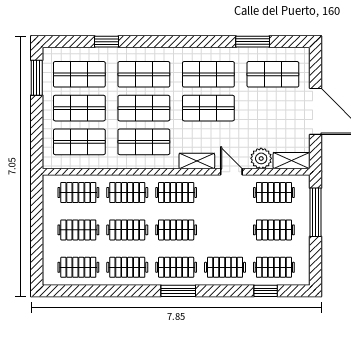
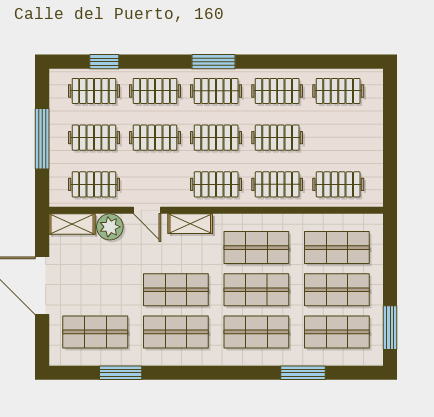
window: (107, 42) -> (303, 373), width x1.50
window: (315, 212) -> (42, 139), moved
clothes rail: (78, 230) -> (155, 138), moved

